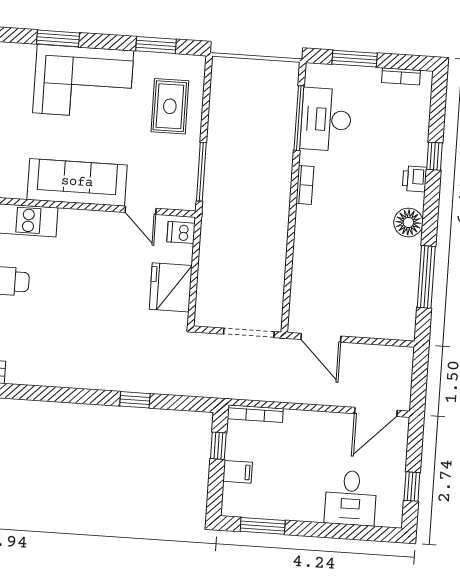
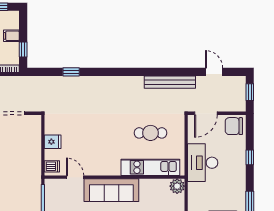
fridge: (171, 287) -> (53, 142), width x0.53, depth x0.75

